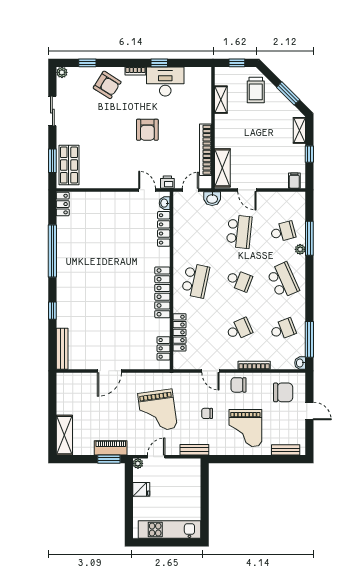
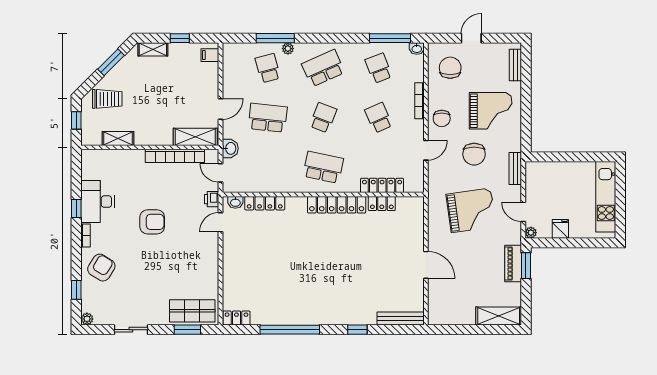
locker: (164, 348) -> (382, 204), moved
chair: (207, 413) -> (474, 154), width x1.87, depth x1.87

